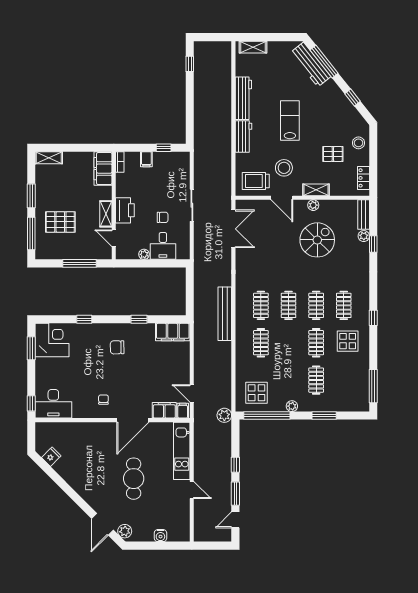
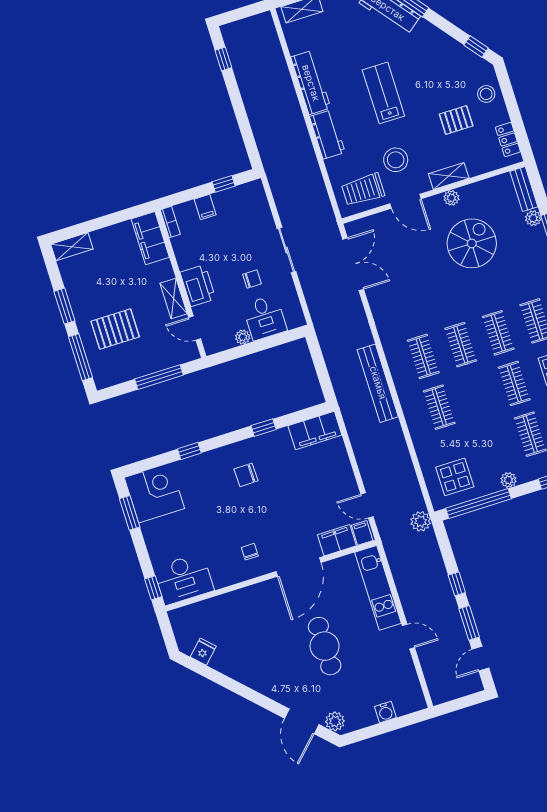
window: (353, 97) -> (476, 46), moved

